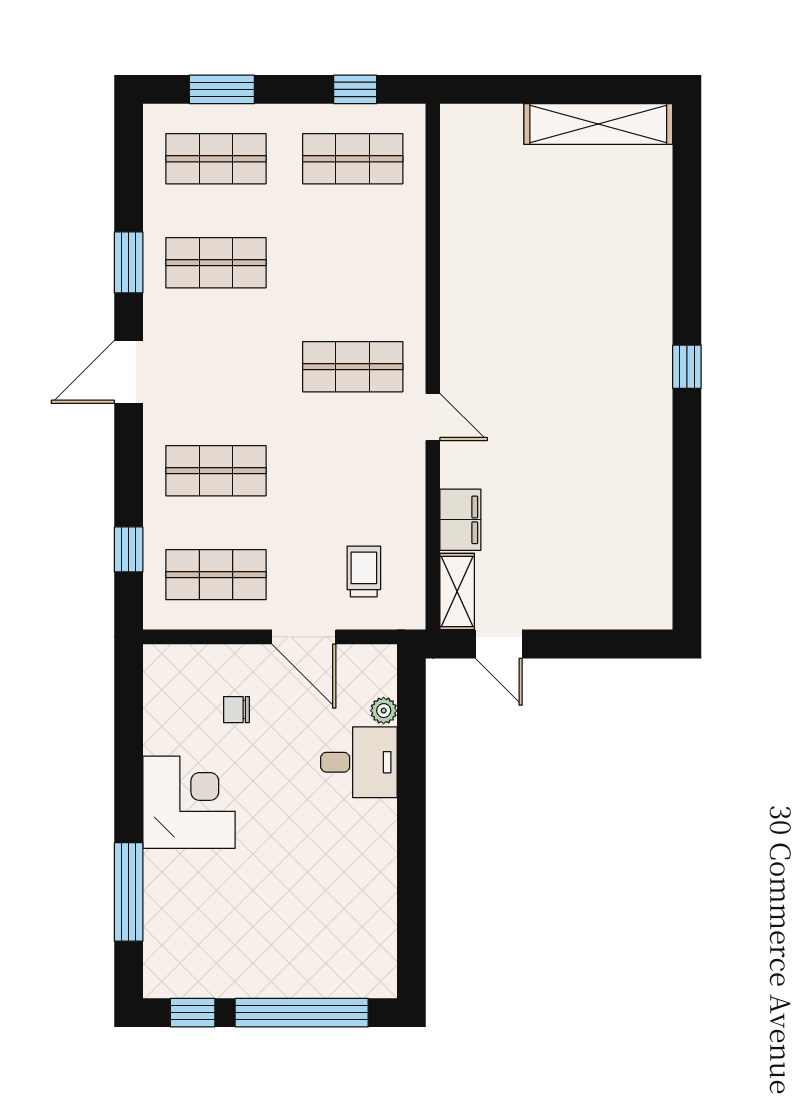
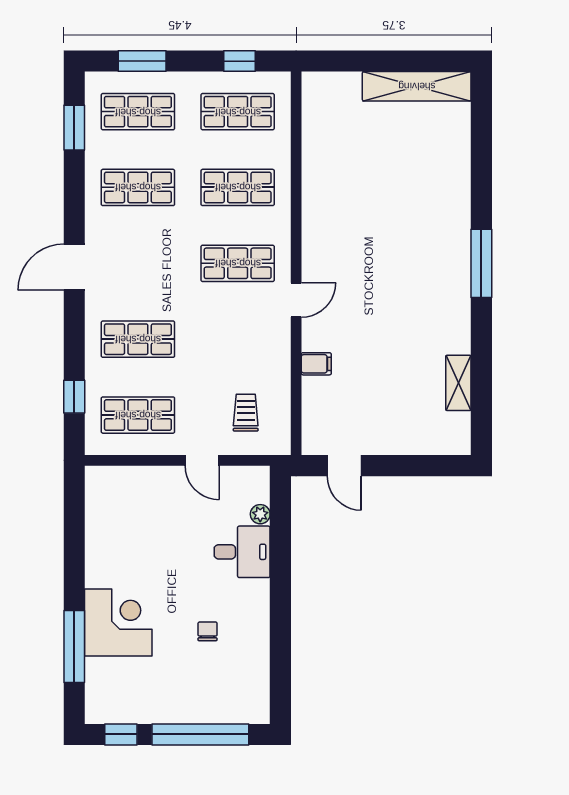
window: (129, 262) -> (74, 128), moved
shop shelf: (353, 263) -> (238, 187), added
window: (687, 367) -> (481, 263), width x2.17
door: (433, 417) -> (296, 300), hinge flipped
filing cabinet: (460, 520) -> (316, 364), width x0.50
shelving: (457, 592) -> (458, 383), moved
door: (304, 637) -> (202, 460), width x0.73
chair: (236, 710) -> (208, 631), moved, turned 90
corner desk: (189, 802) -> (118, 622), moved

